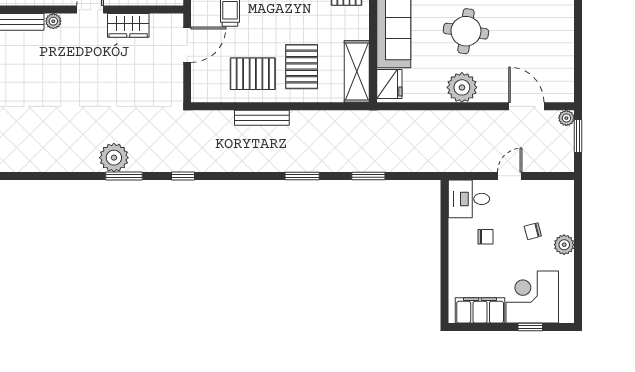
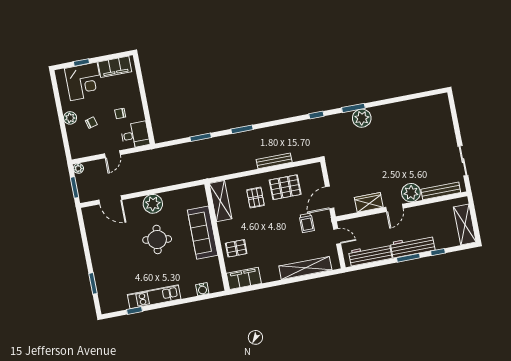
plant: (53, 21) -> (411, 193), width x1.88, depth x1.88
pallet: (302, 67) -> (255, 198), width x0.67, depth x0.71
fridge: (389, 84) -> (199, 197), removed
plant: (566, 118) -> (78, 168), moved

